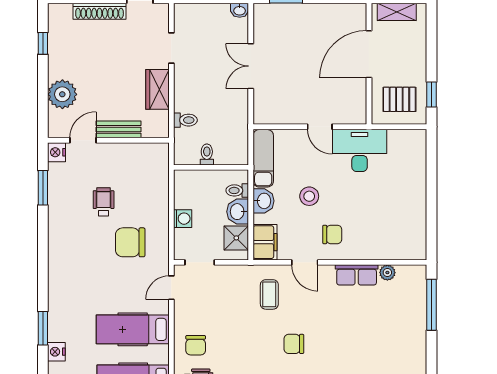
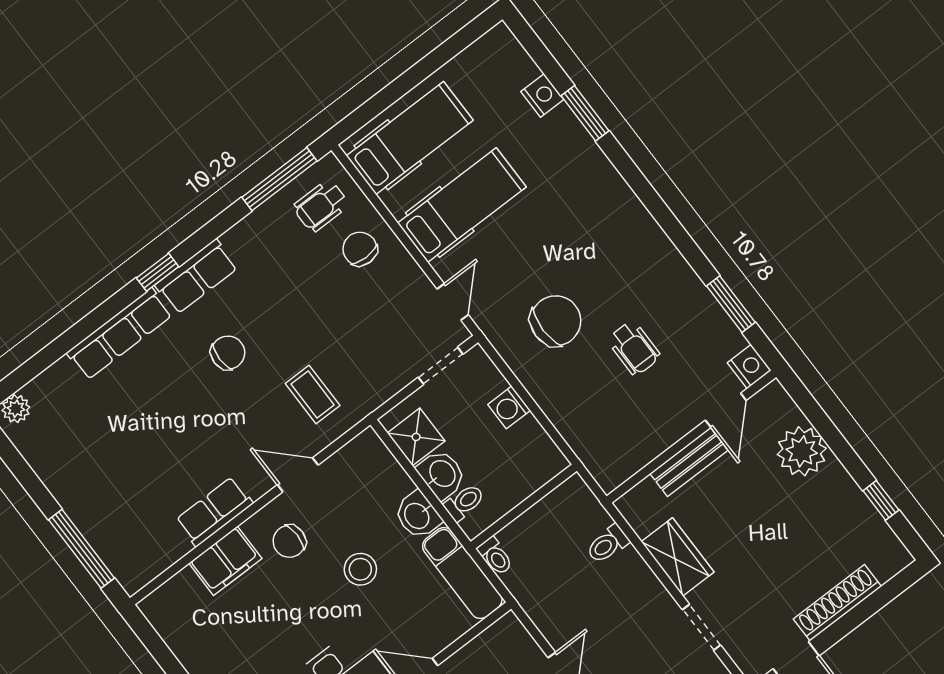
toilet: (207, 154) -> (495, 556), moved
filing cabinet: (265, 242) -> (225, 561), moved, turned -90
plant: (387, 273) -> (175, 547), removed

